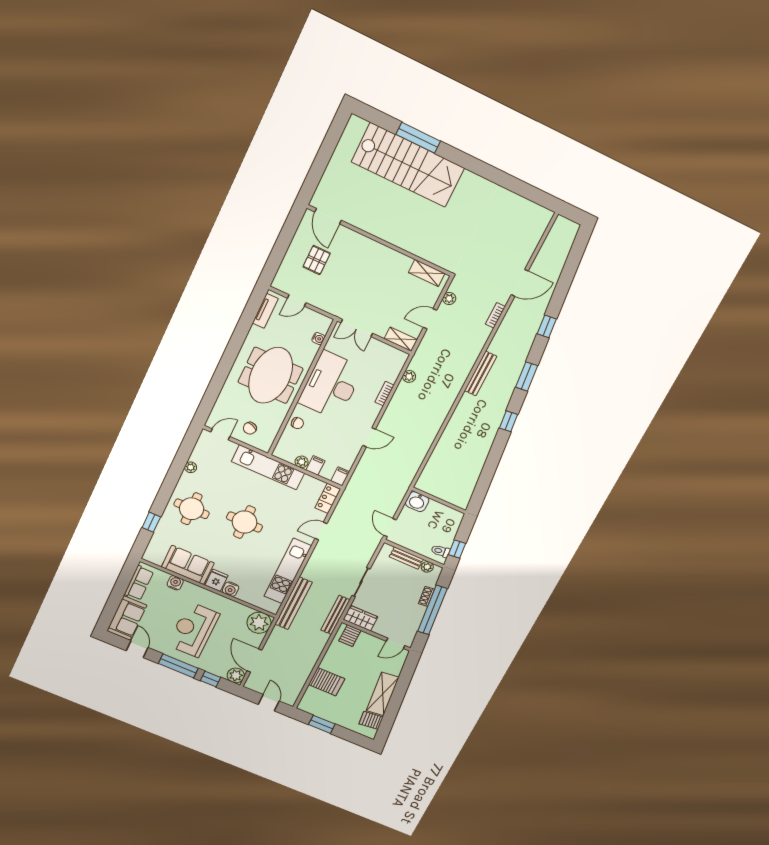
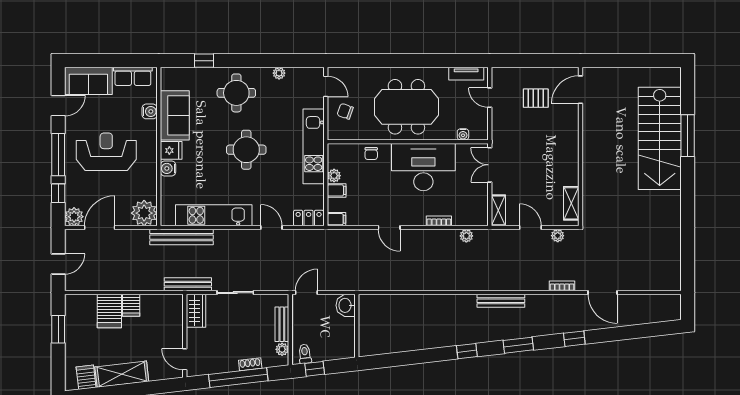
server rack: (350, 636) -> (131, 305), moved, turned -90

